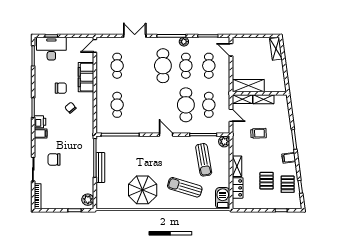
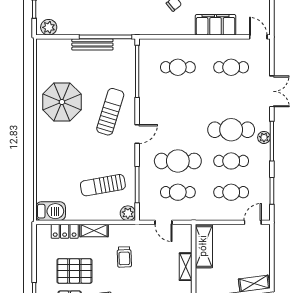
plant: (184, 42) -> (264, 137), moved
shelving: (242, 99) -> (186, 238), removed
door: (231, 115) -> (163, 222), hinge flipped
trolley: (258, 133) -> (124, 257), moved
pallet: (267, 181) -> (74, 271), width x1.50, depth x1.42
sun lounger: (185, 187) -> (110, 112), moved

